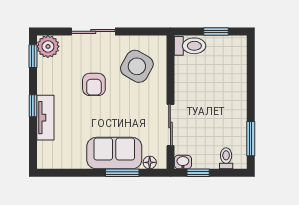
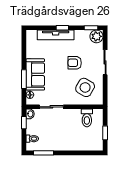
toilet: (190, 46) -> (87, 118), moved
tv unit: (45, 118) -> (56, 35), width x1.41

